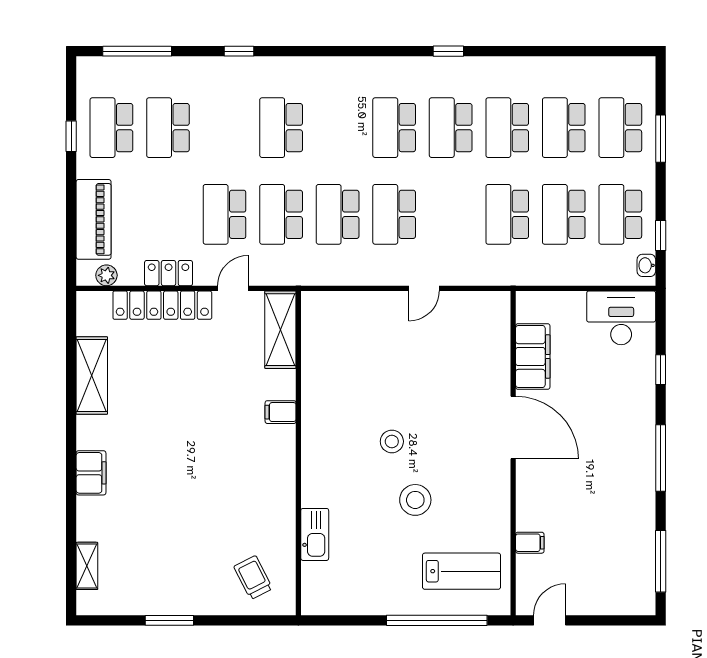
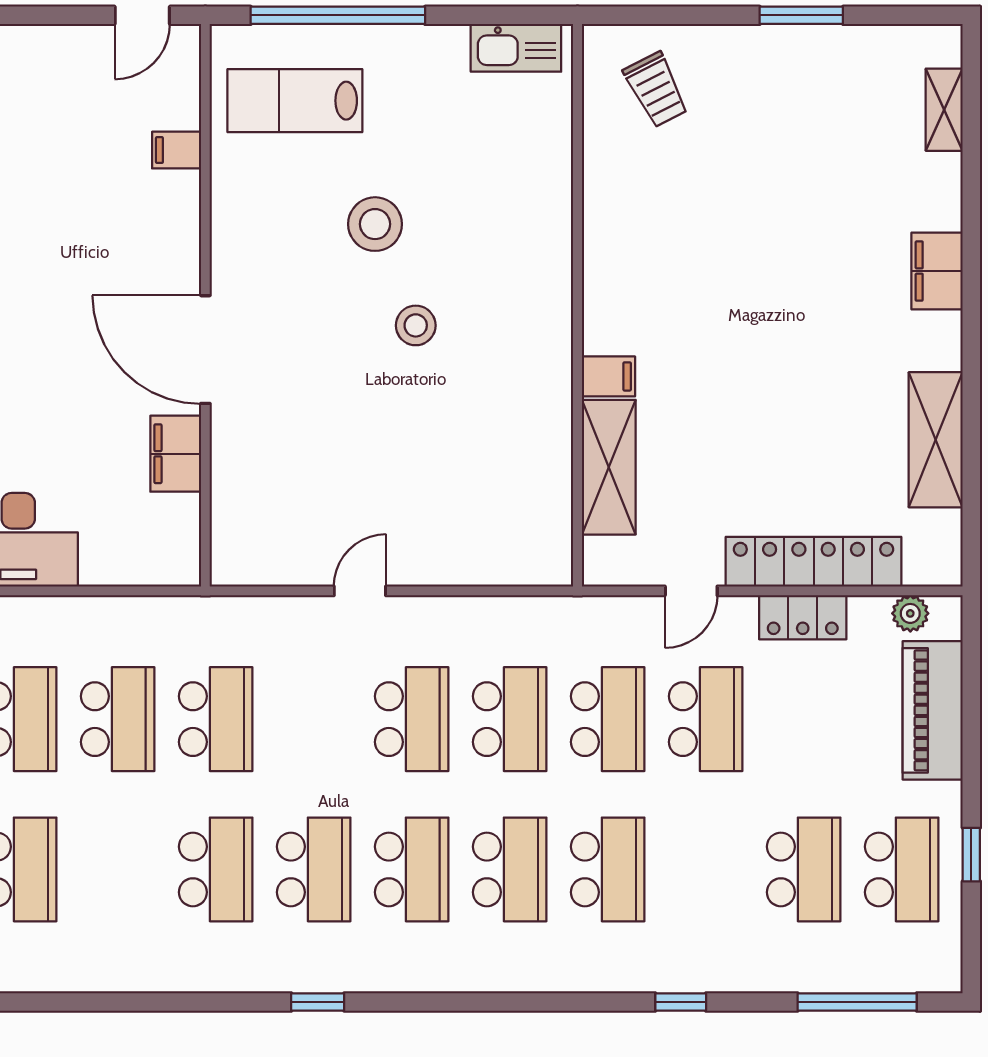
school desk: (564, 128) -> (510, 869), moved
shelving: (280, 330) -> (609, 467), moved
filing cabinet: (533, 357) -> (176, 454), width x0.67, depth x0.86
kitchen sink: (315, 534) -> (516, 48), moved, turned -90

